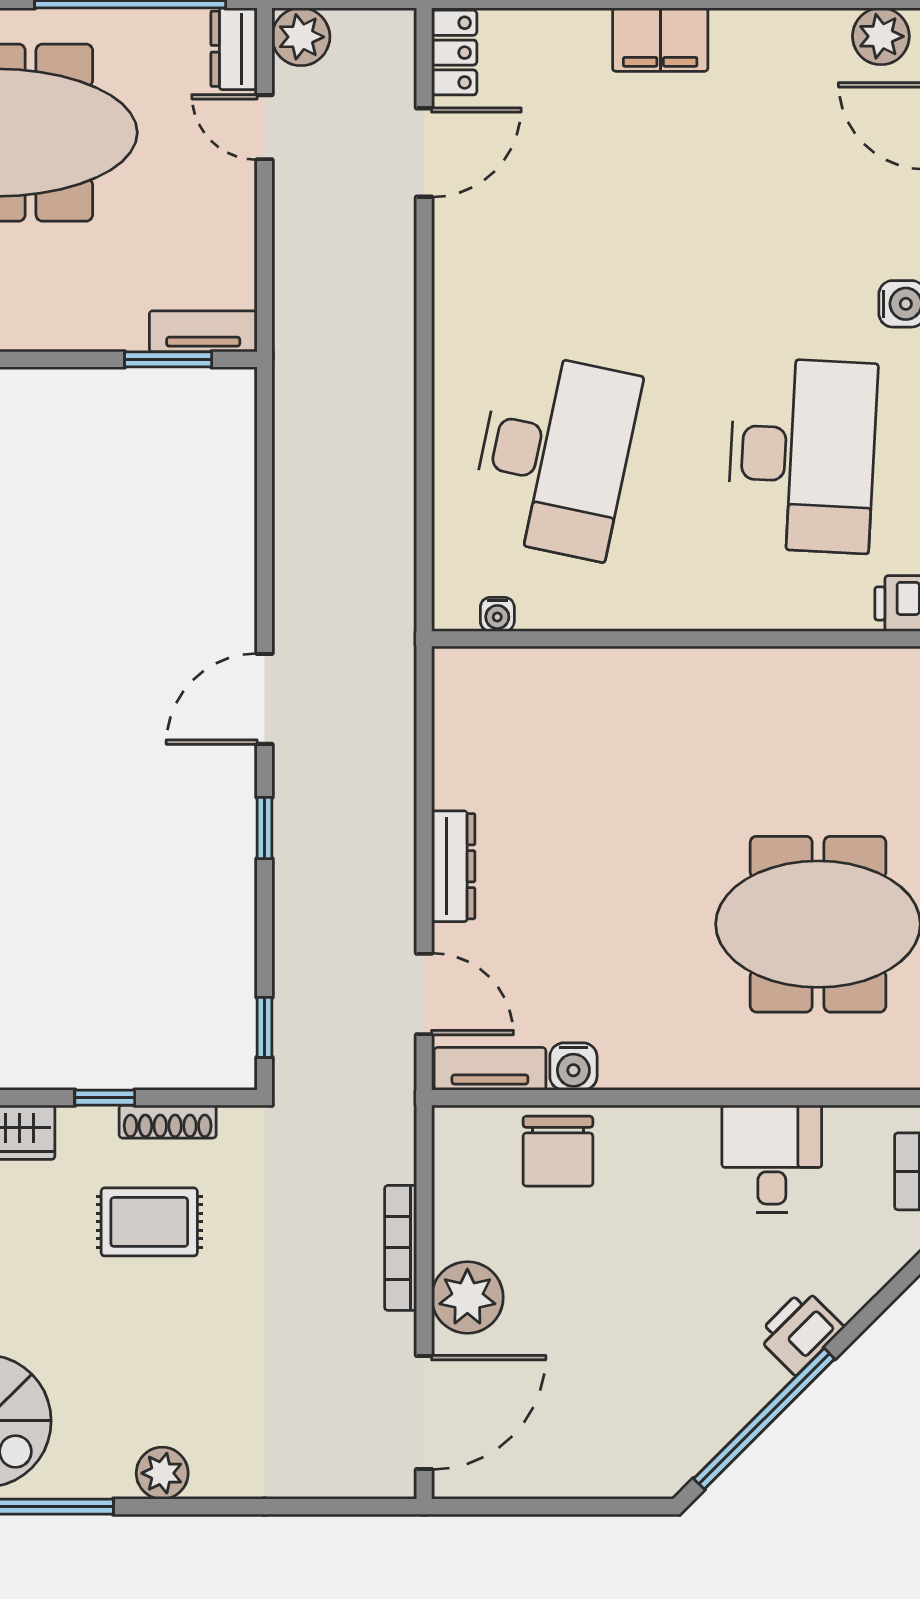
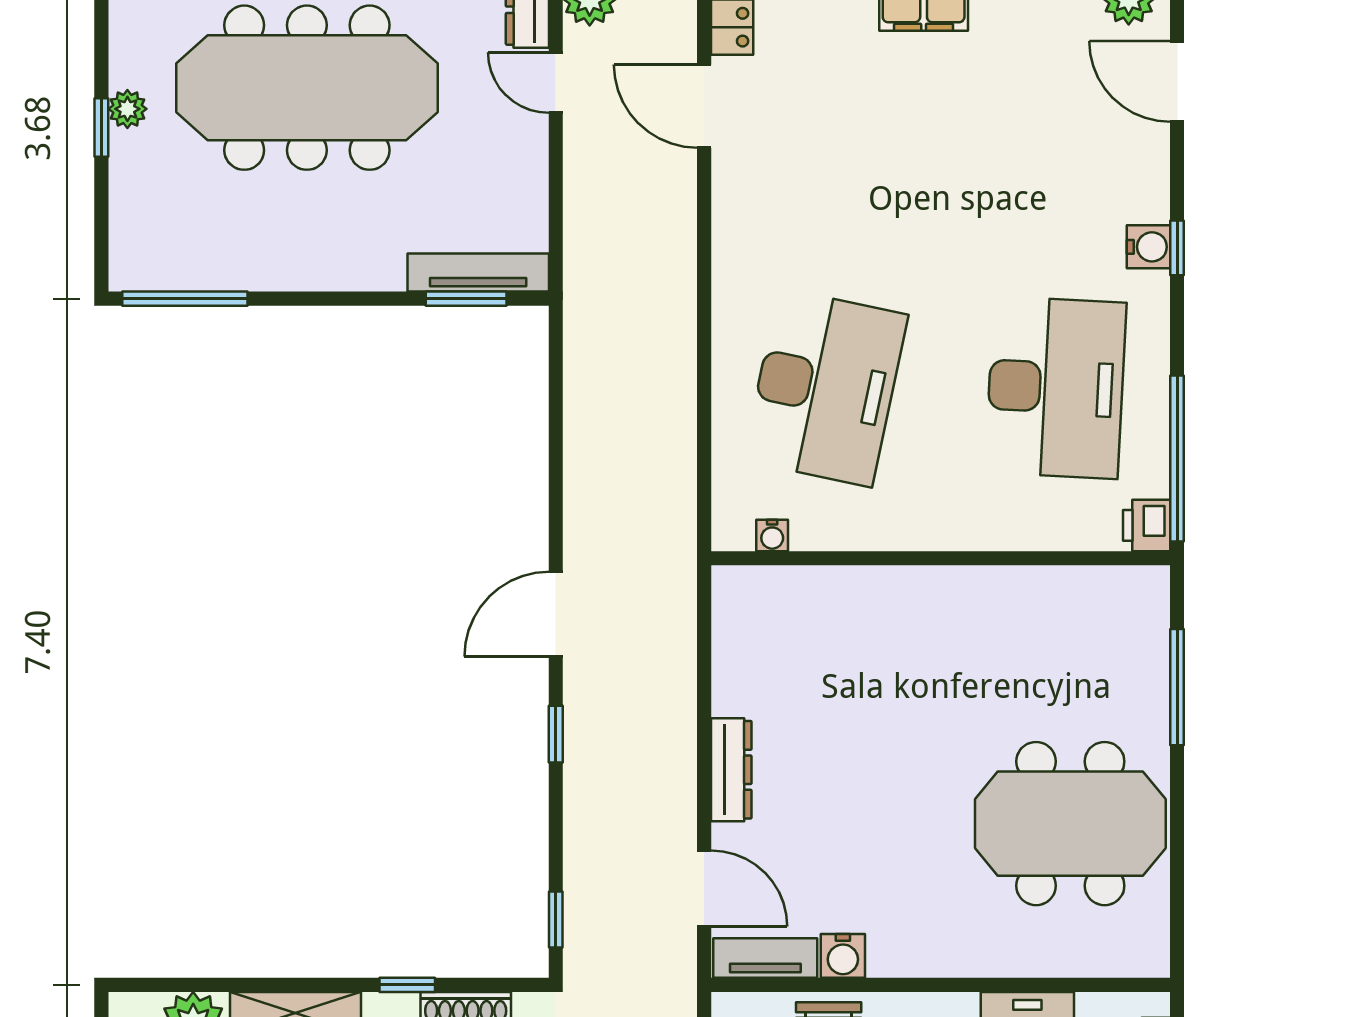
door: (424, 152) -> (704, 106), swing flipped
tv unit: (203, 331) -> (478, 273), width x1.41

